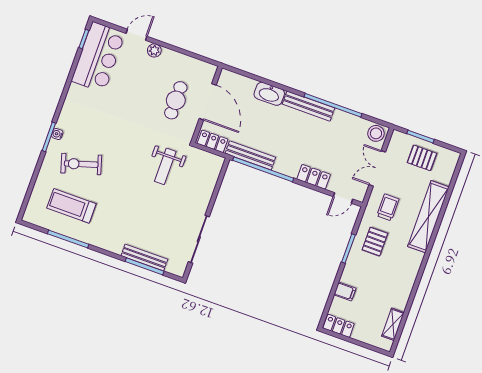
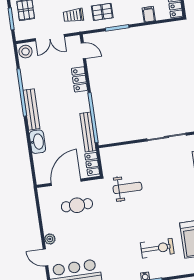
exercise bike: (81, 164) -> (157, 248), turned -73

